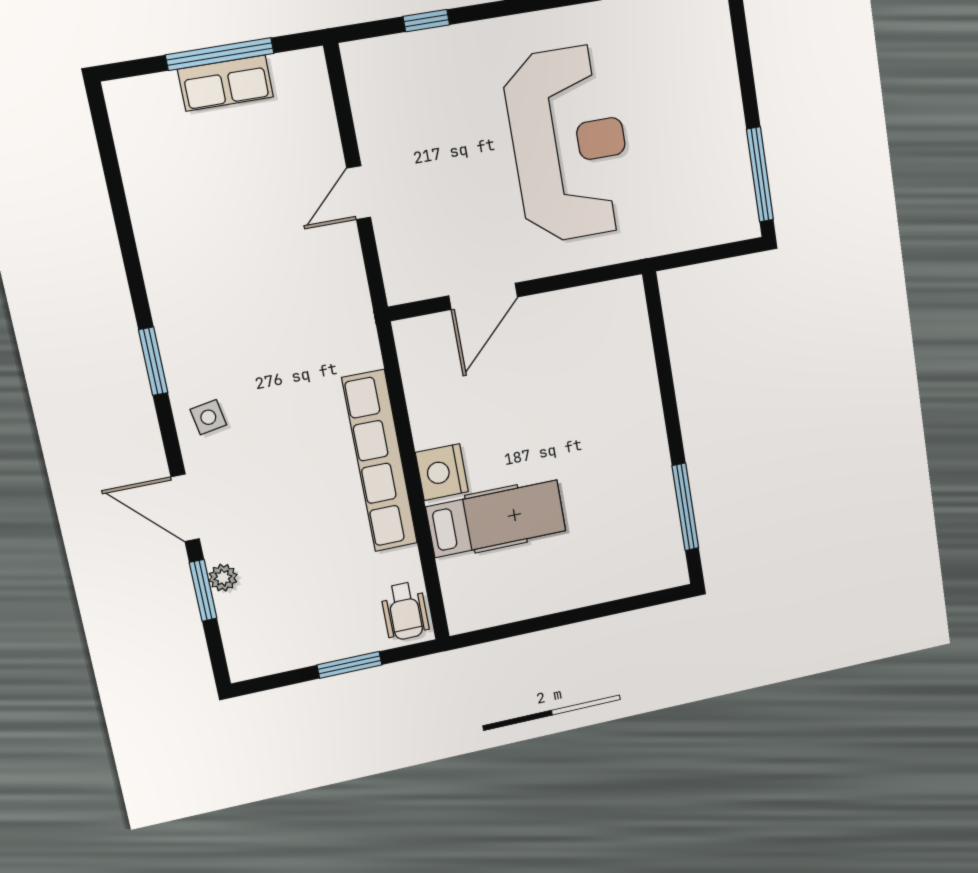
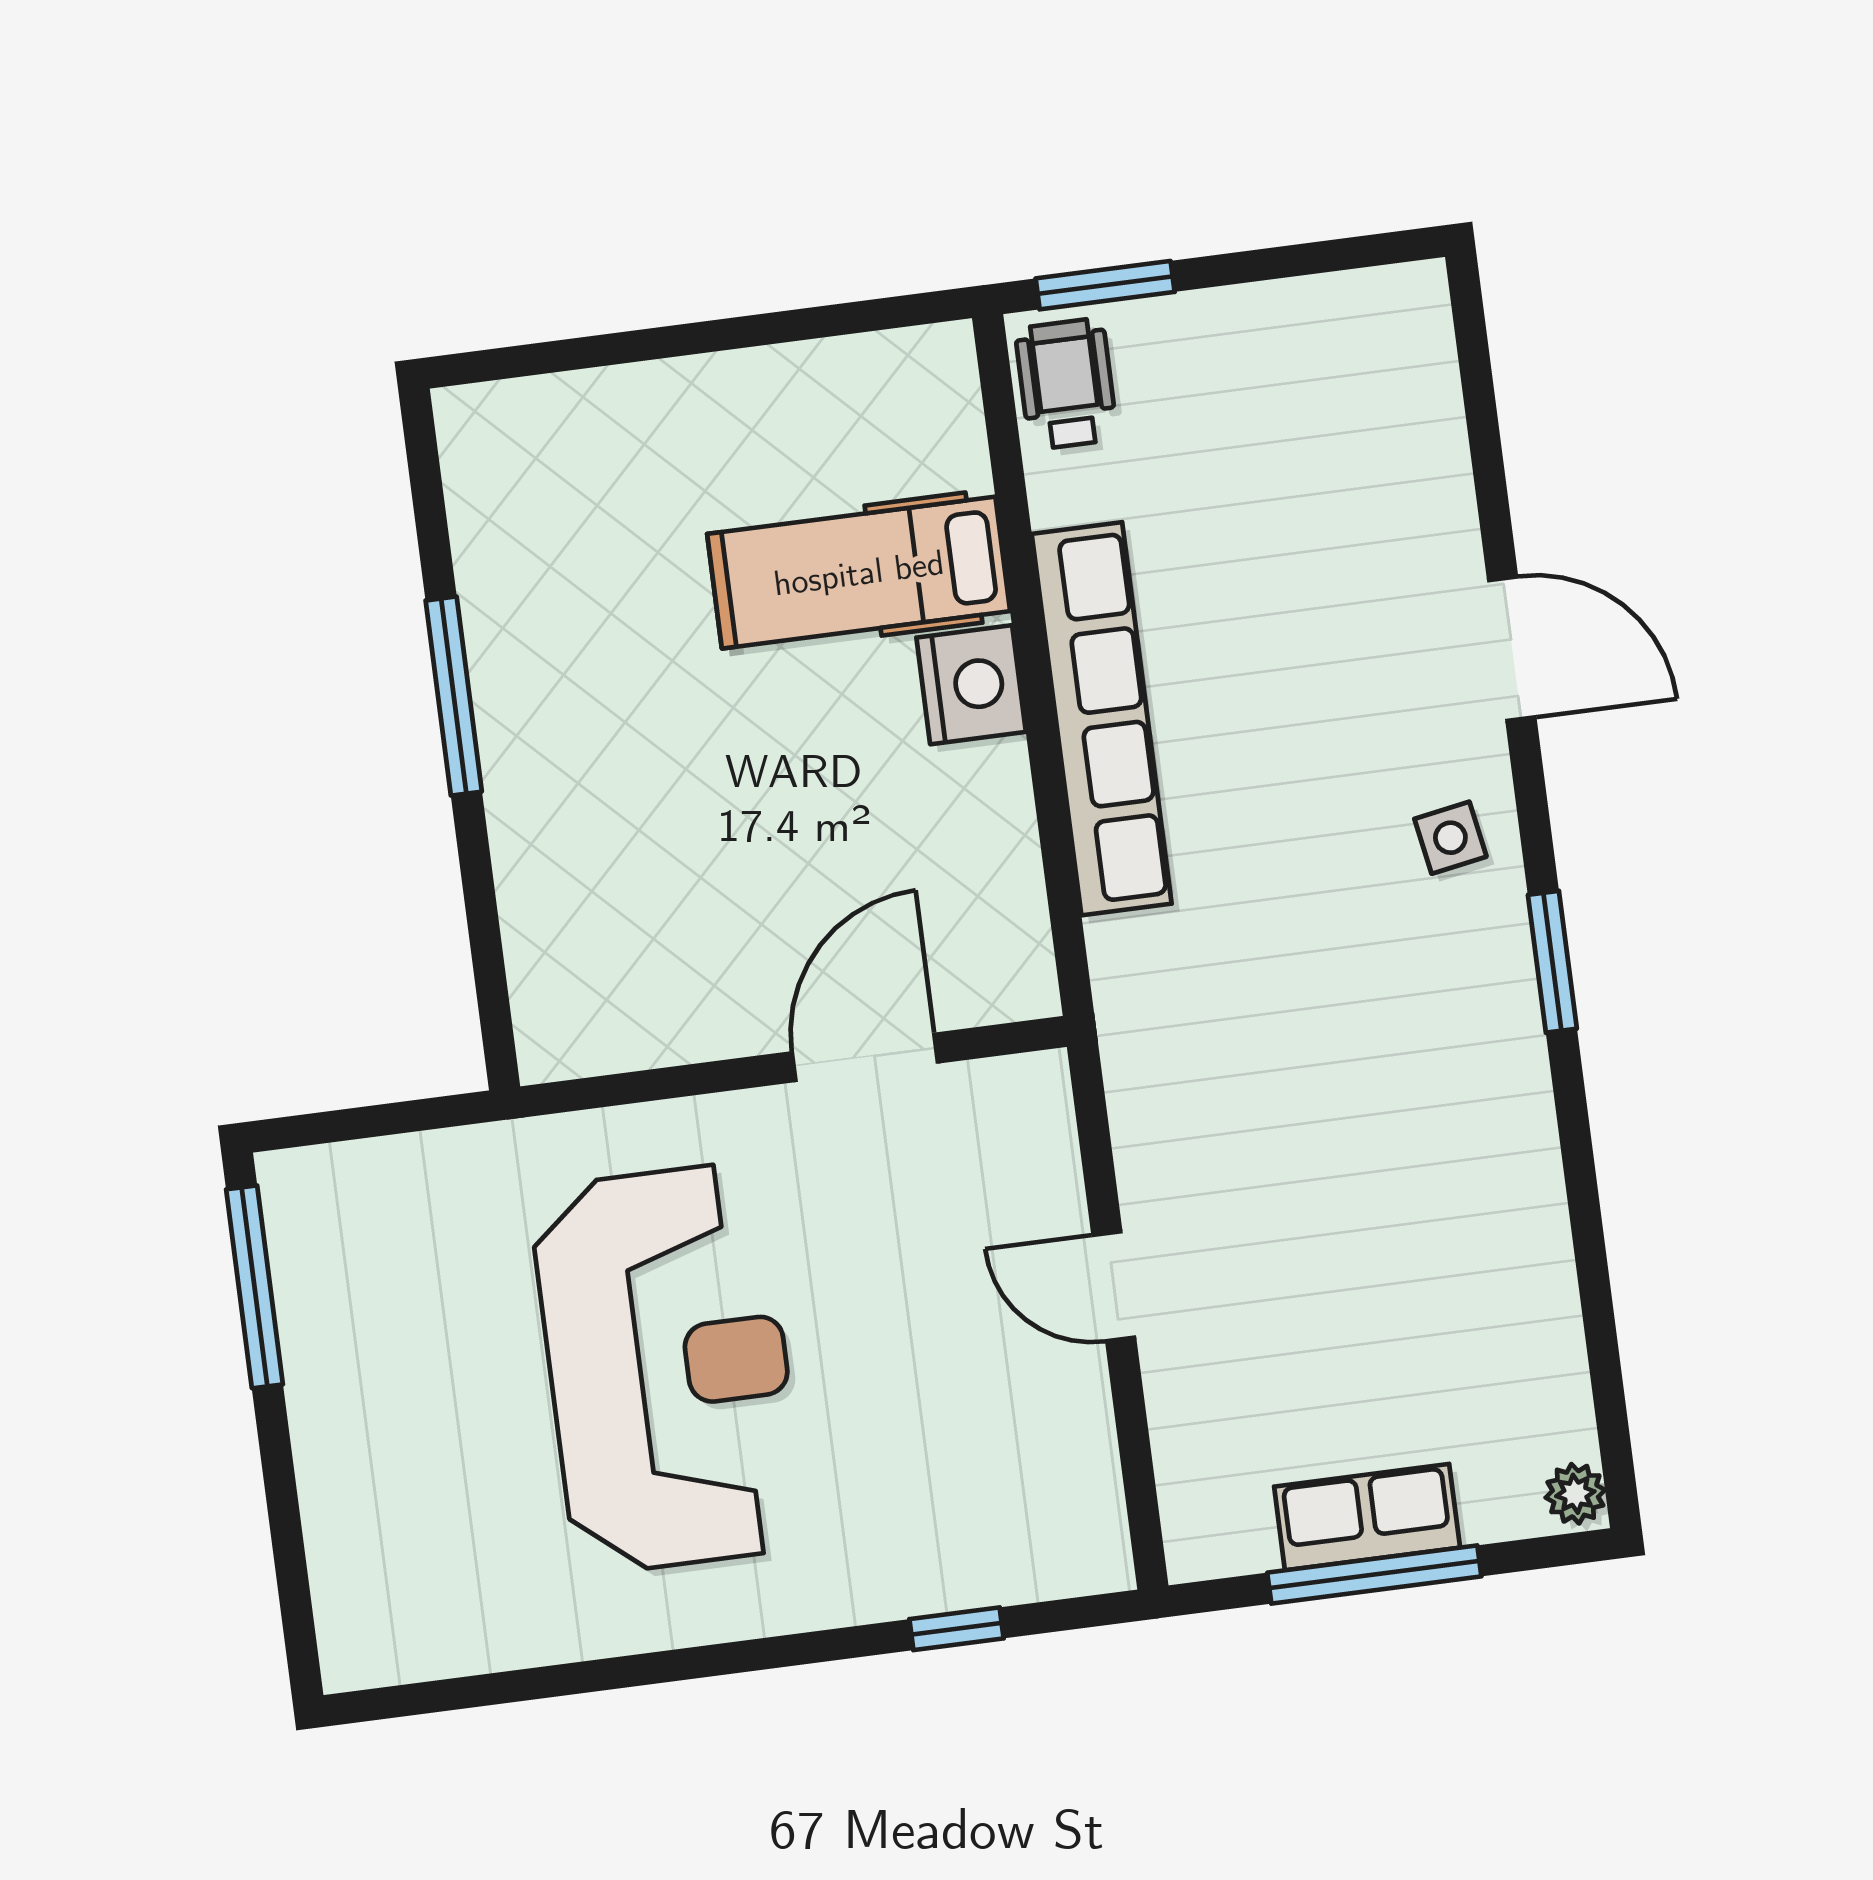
reception desk: (569, 144) -> (669, 1368), turned 180
door: (359, 193) -> (1114, 1286), swing flipped
window: (685, 507) -> (454, 696), moved
plant: (223, 578) -> (1575, 1494), moved
window: (203, 590) -> (1488, 468), removed
window: (349, 665) -> (1105, 285), moved

